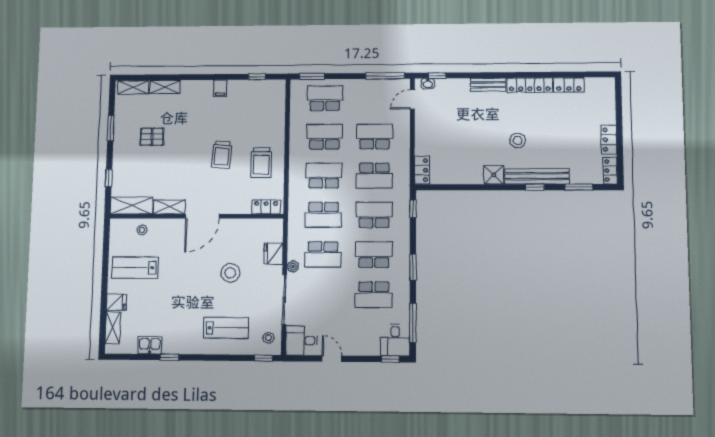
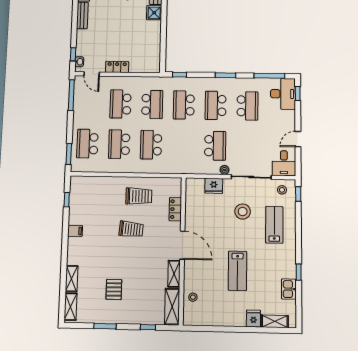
locker: (422, 170) -> (117, 67), moved
locker: (266, 207) -> (175, 209), moved
school desk: (323, 215) -> (183, 145), removed
lab bench: (135, 268) -> (237, 271), moved
stool: (230, 273) -> (243, 212), moved
desk: (395, 340) -> (283, 94), width x1.37

